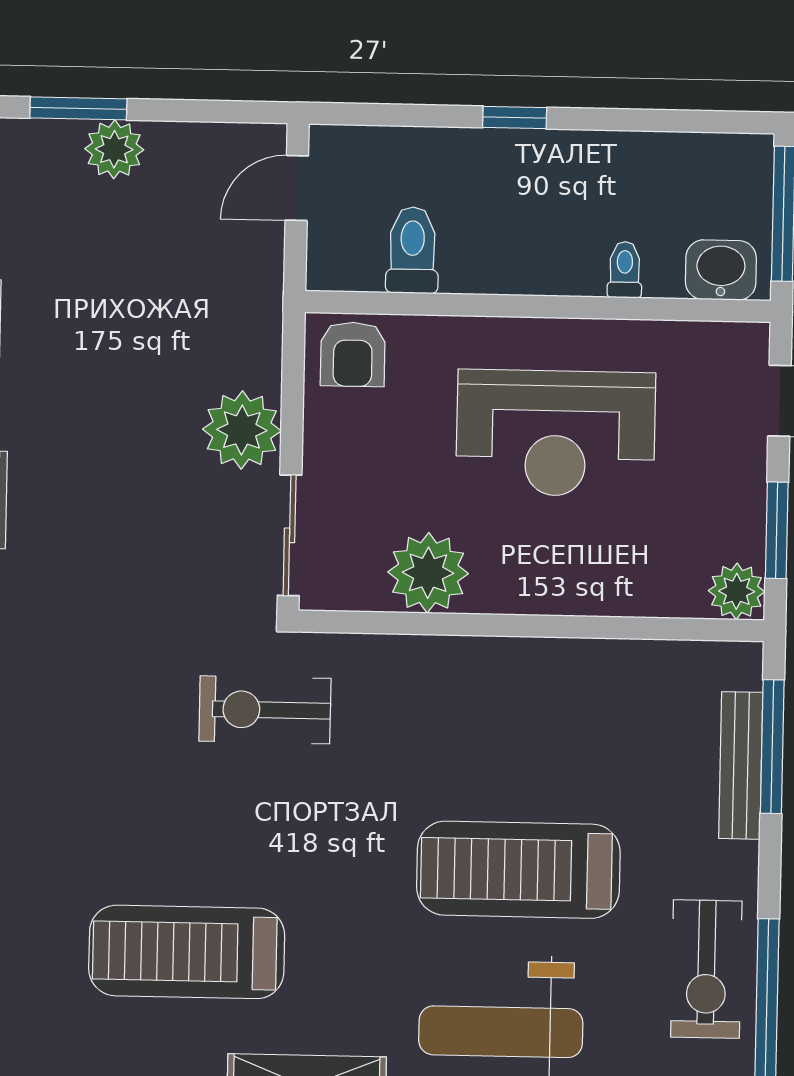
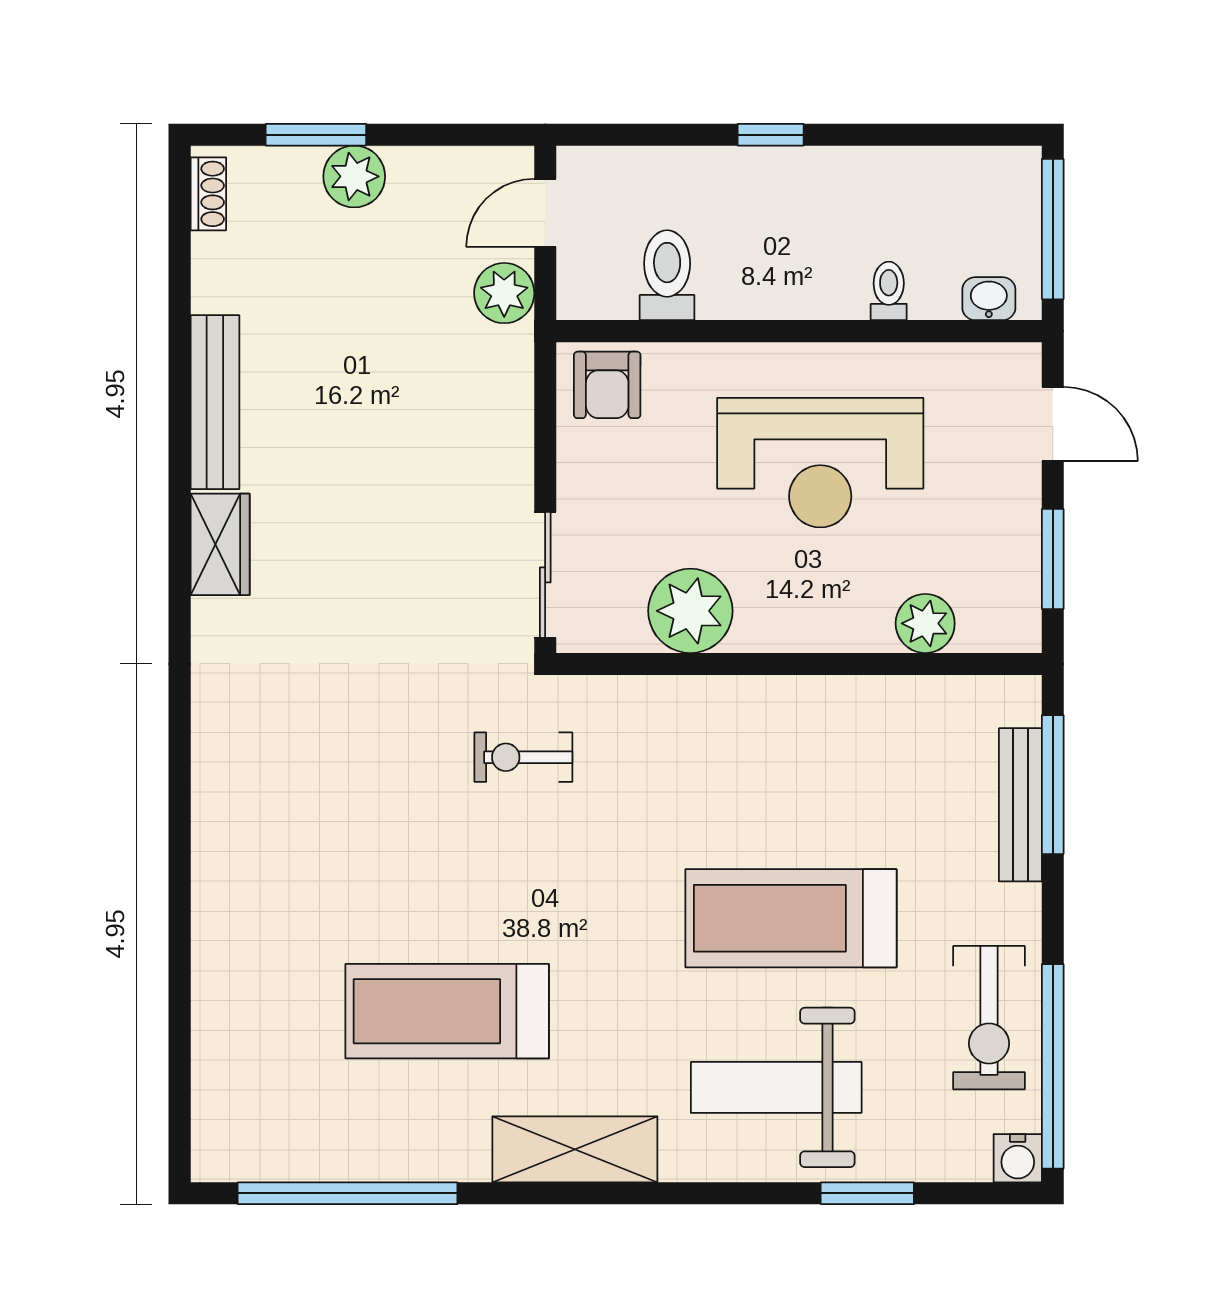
washbasin: (721, 270) -> (989, 299), width x0.72, depth x0.69
plant: (242, 430) -> (504, 293), moved, width x0.73, depth x0.73
plant: (737, 591) -> (925, 623), moved
exercise bike: (265, 710) -> (523, 757), width x0.73, depth x0.72

